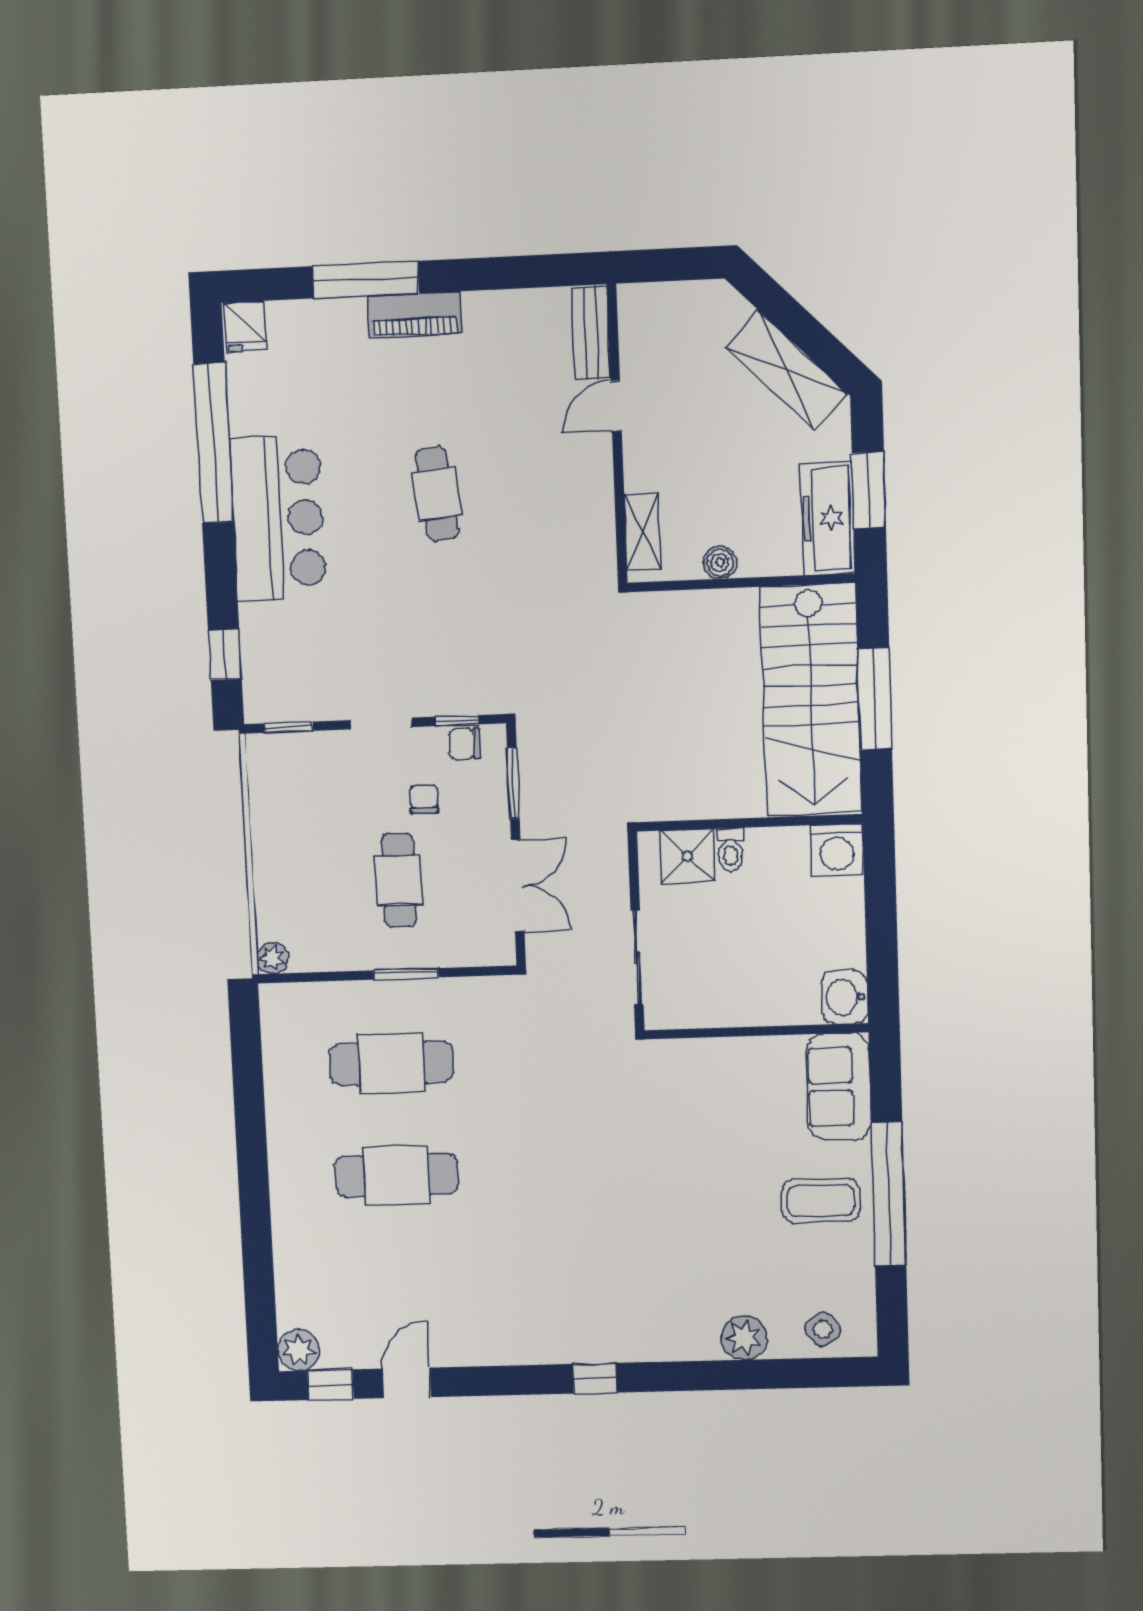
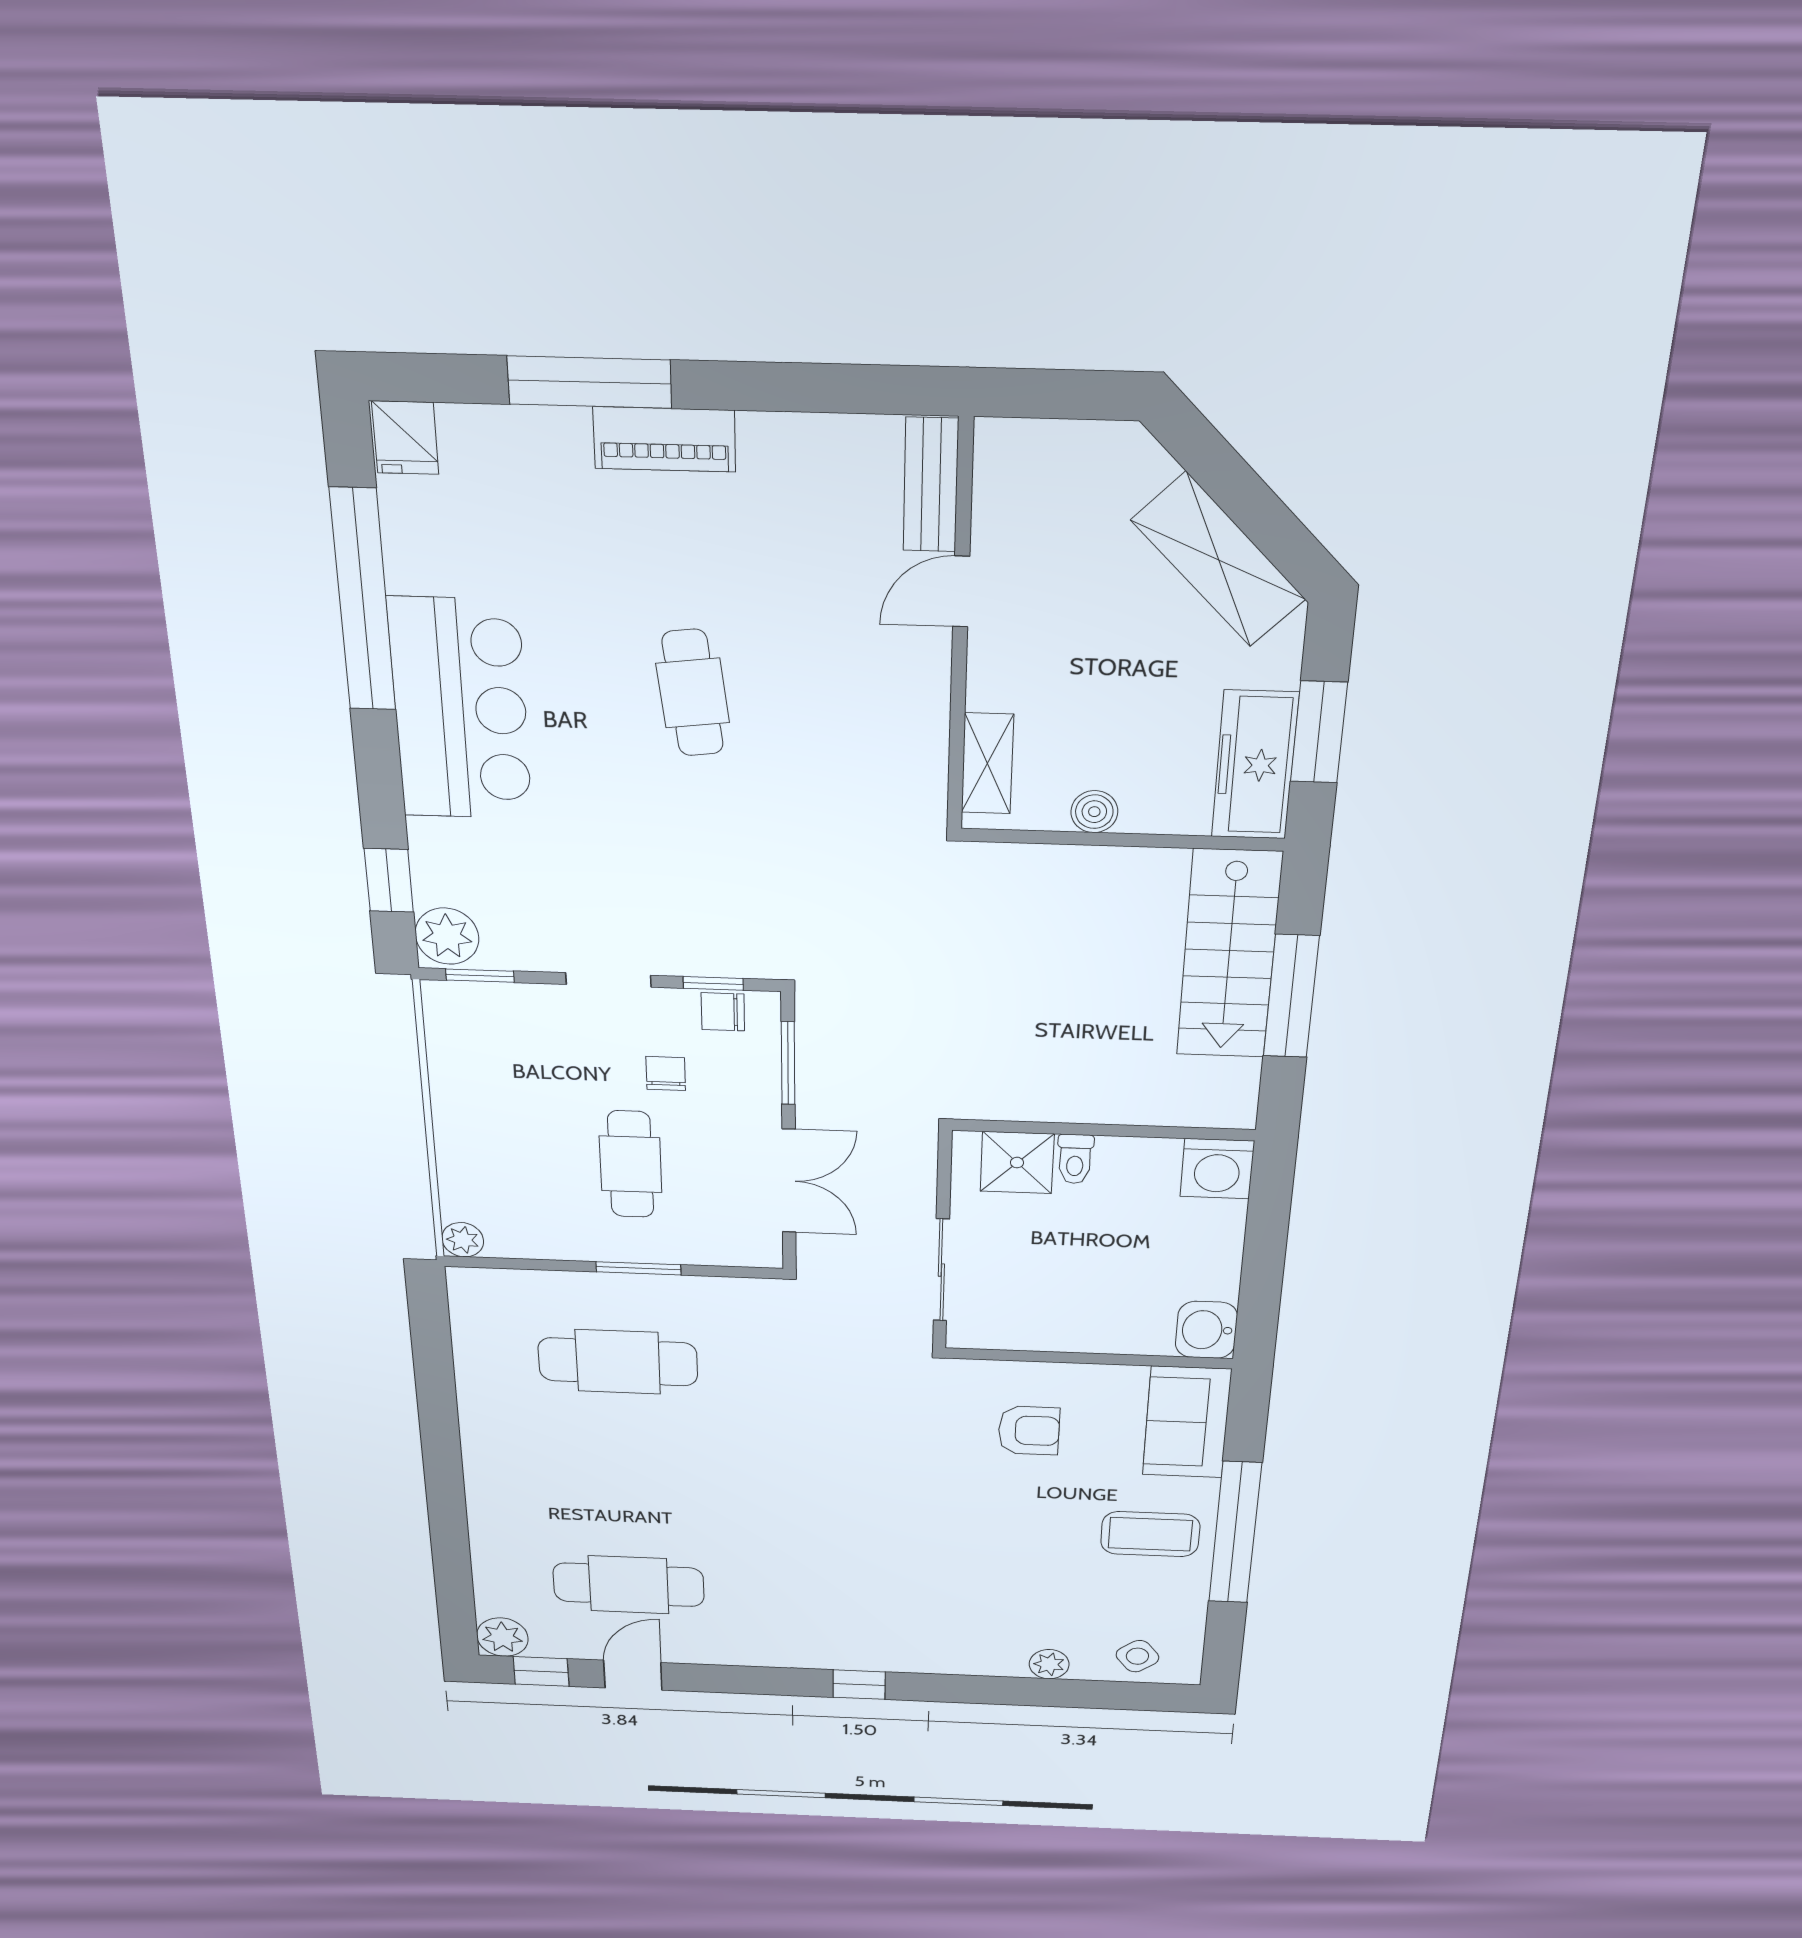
plant: (265, 697) -> (447, 936), added
stairs: (811, 700) -> (1229, 955), width x0.73, depth x0.66
armchair: (715, 1104) -> (1029, 1430), added
cafe table: (397, 1175) -> (629, 1585), moved
plant: (744, 1338) -> (1049, 1664), width x0.73, depth x0.73

